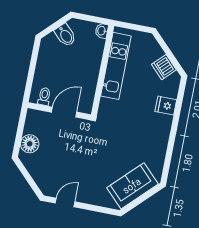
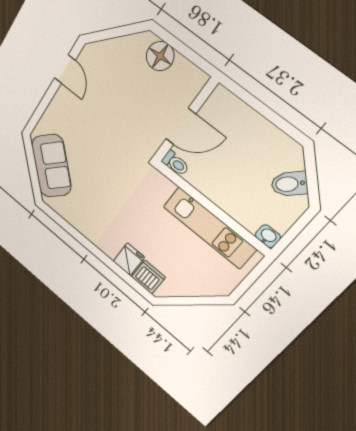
dishwasher: (164, 67) -> (148, 277), moved, turned 45
toilet: (44, 96) -> (175, 163), moved
door: (64, 112) -> (181, 126), hinge flipped

